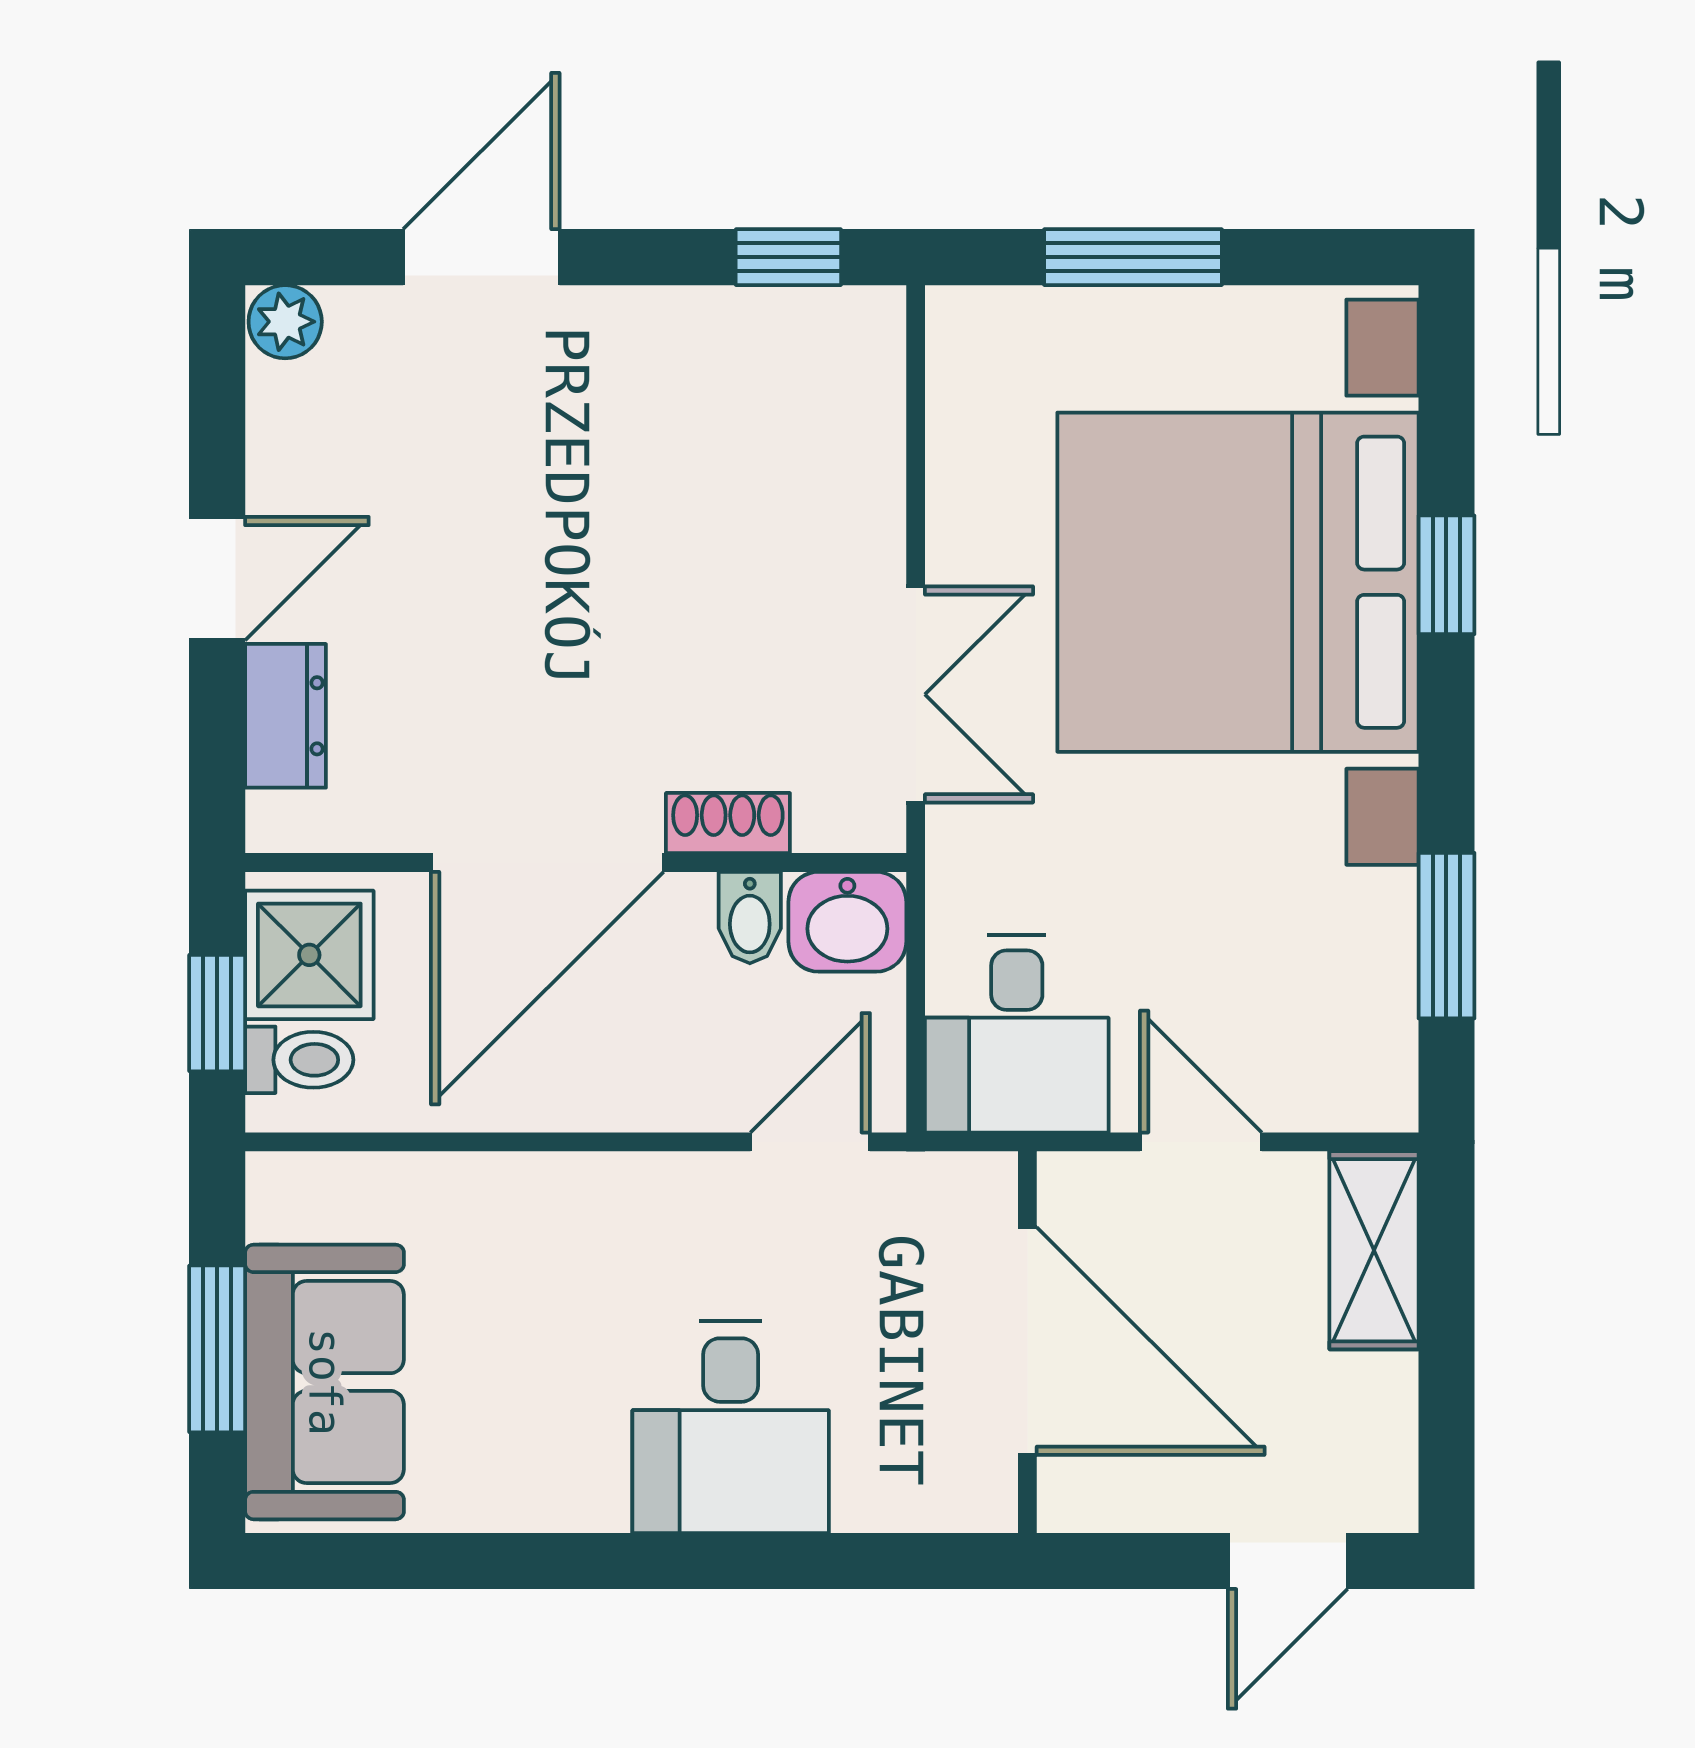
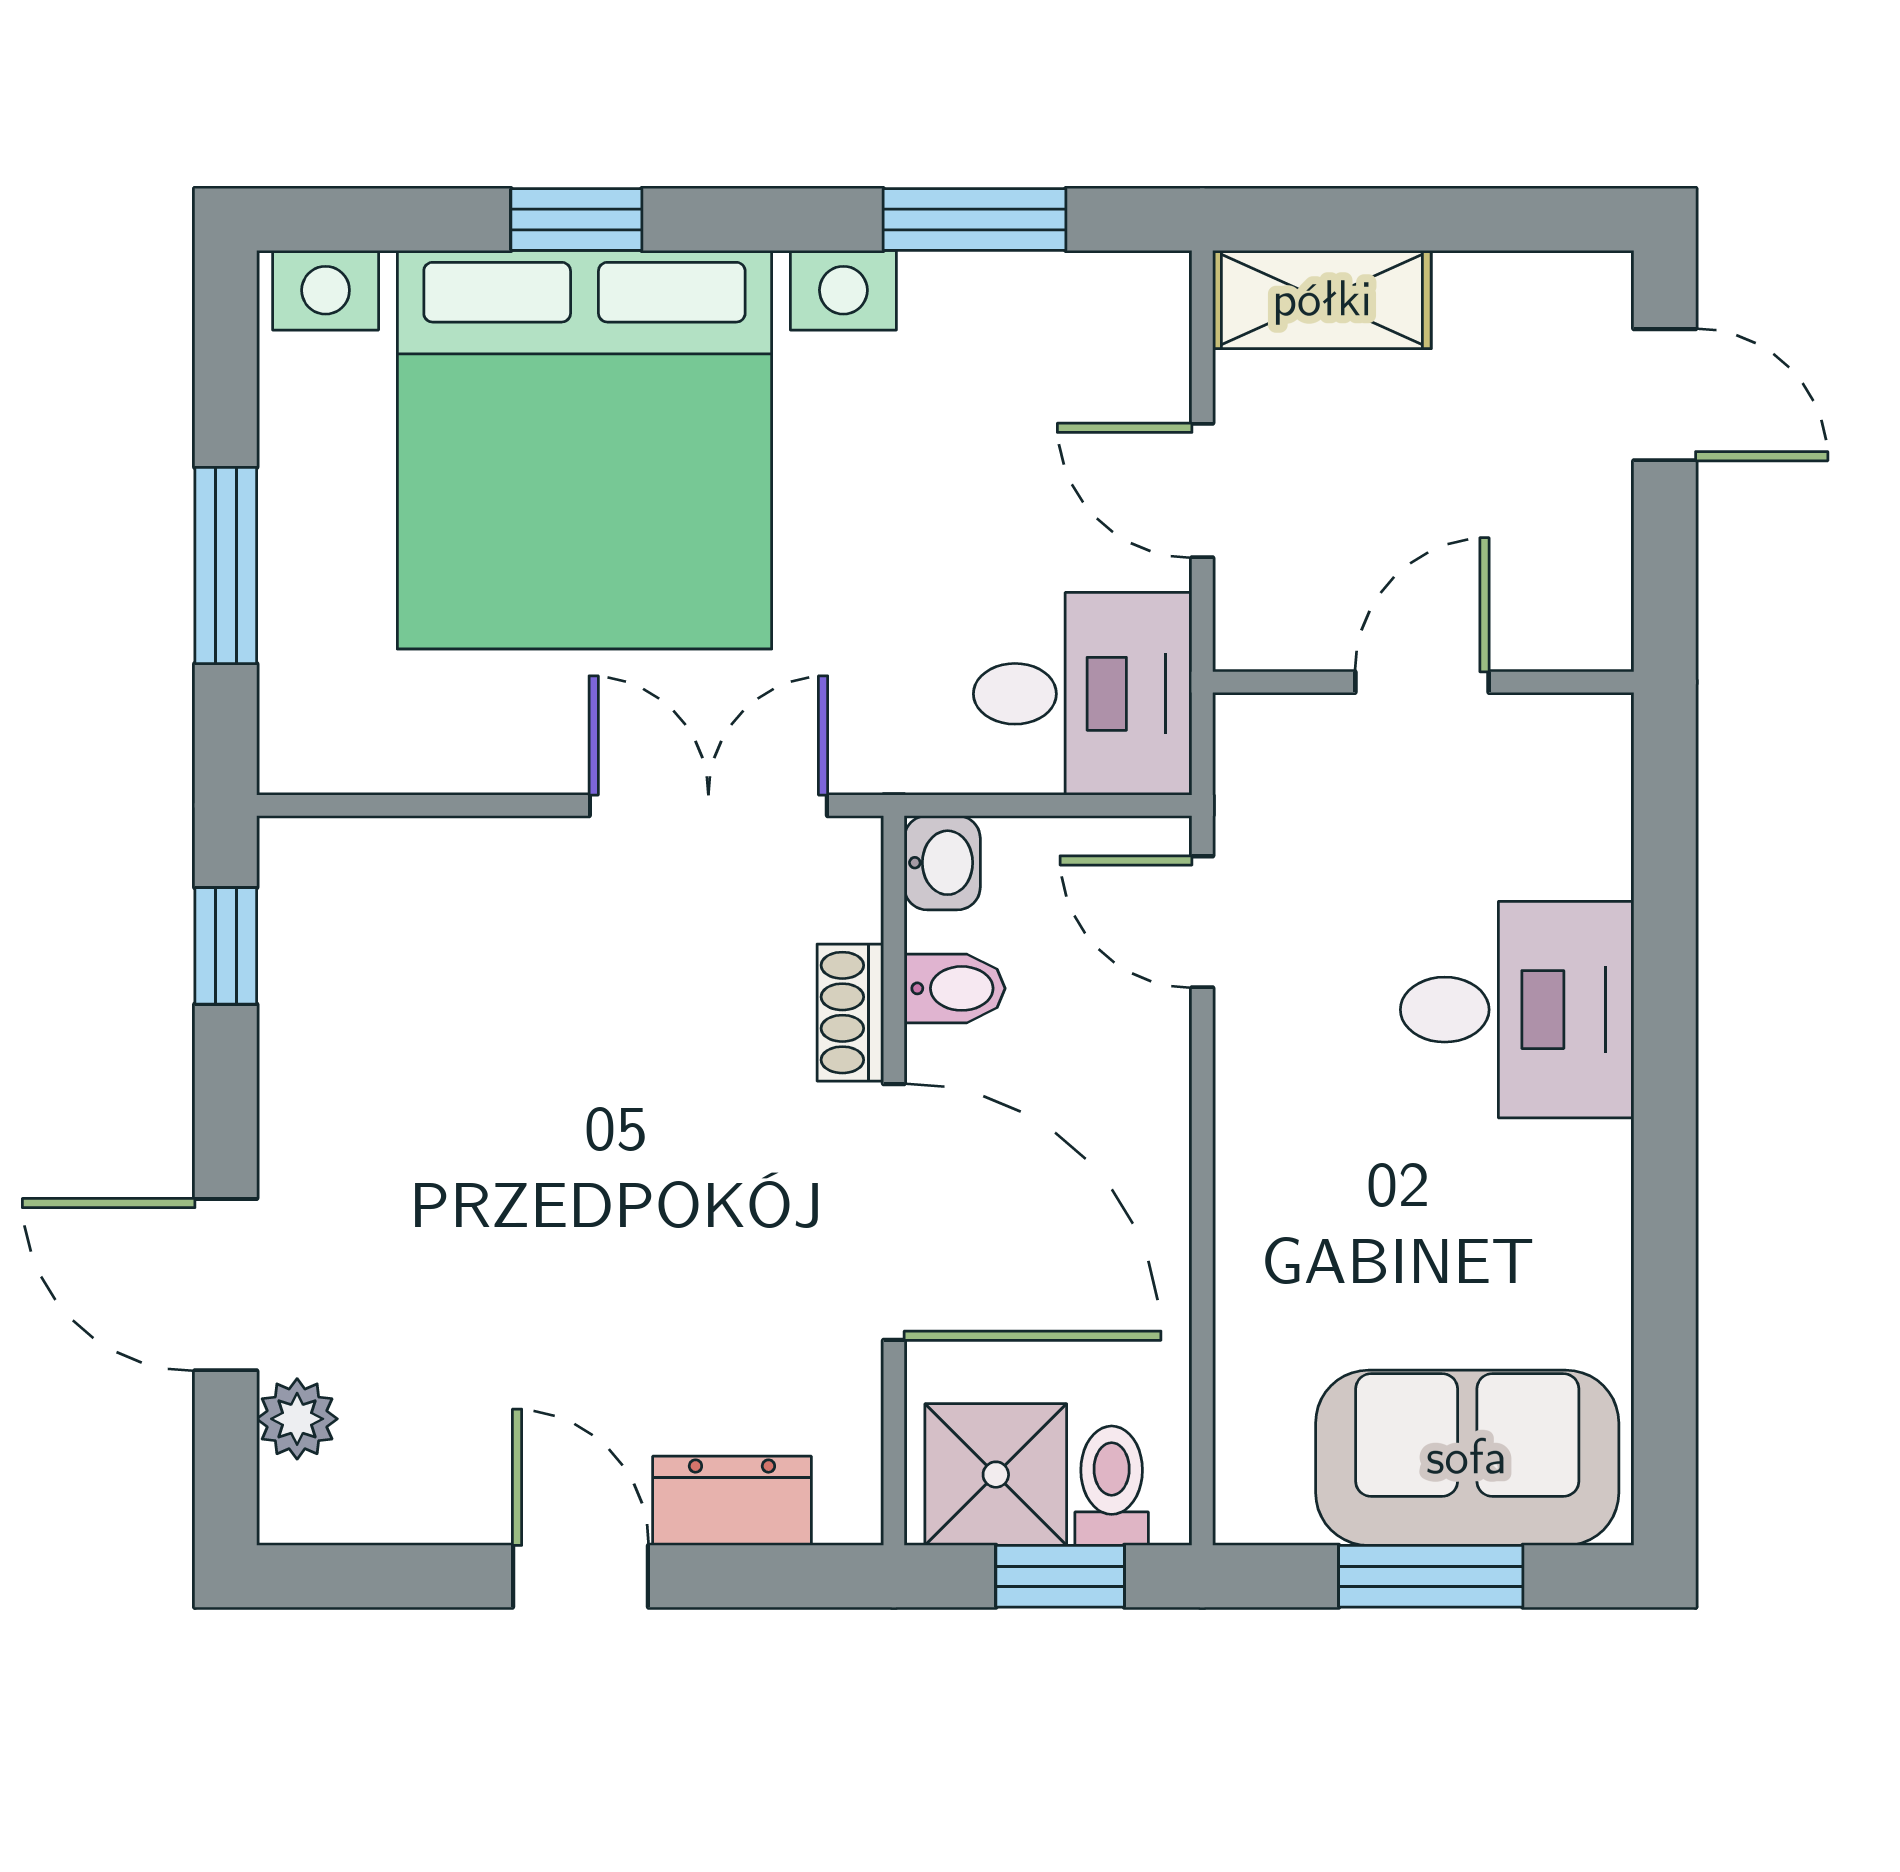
plant: (285, 322) -> (297, 1419), moved
washbasin: (847, 922) -> (942, 863), width x0.72, depth x0.69
door: (1201, 1142) -> (1202, 490), hinge flipped
door: (1027, 1341) -> (1422, 682), width x0.53

